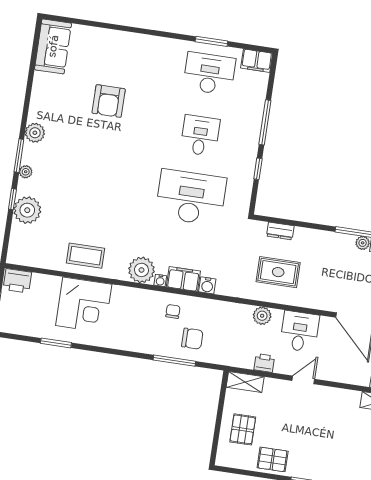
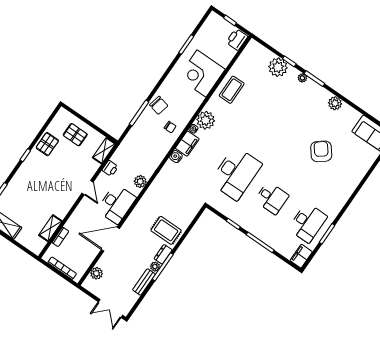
armchair: (109, 101) -> (321, 151), turned 52
plant: (35, 133) -> (335, 103), moved
dresser: (280, 231) -> (163, 254), moved
rug: (278, 272) -> (166, 230), moved, turned 90
desk: (299, 331) -> (116, 204), width x1.37
chair: (192, 339) -> (159, 105), moved, turned -77

